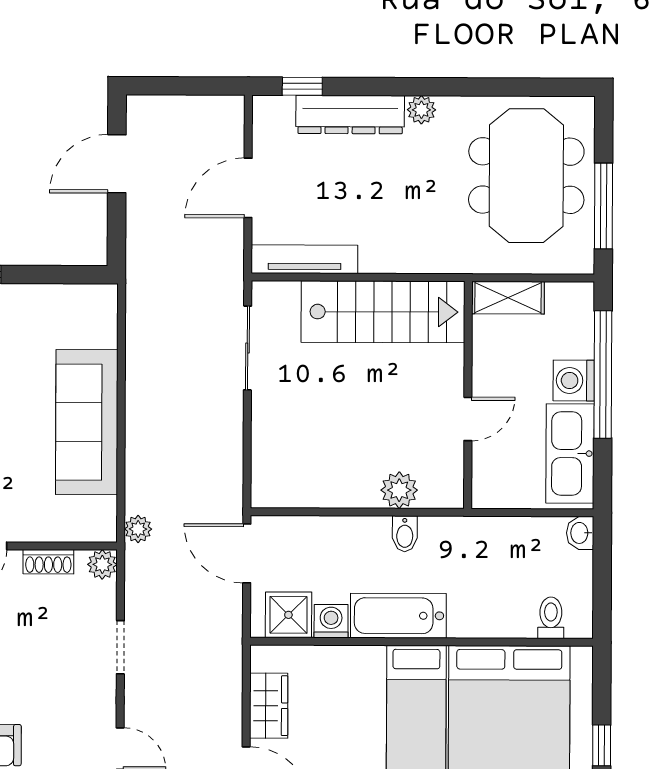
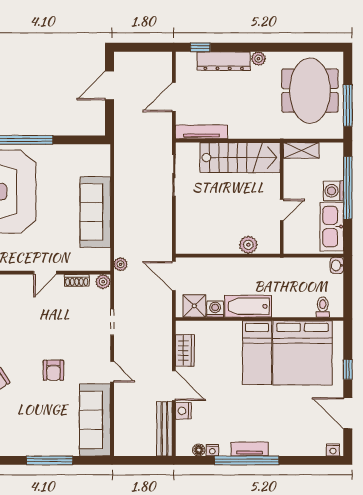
bidet: (405, 534) -> (251, 266), removed

